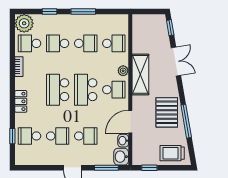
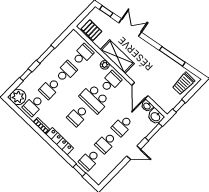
school desk: (58, 90) -> (78, 116), width x0.54
locker: (21, 101) -> (60, 141), width x1.53
pallet: (167, 112) -> (91, 30), moved, width x0.67, depth x0.71
school desk: (58, 136) -> (106, 143), turned 180
school desk: (86, 136) -> (122, 126), turned 180

